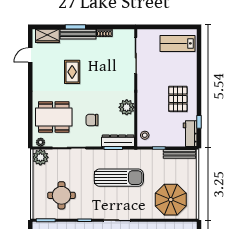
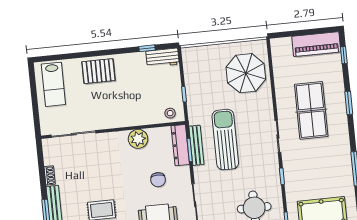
pallet: (178, 99) -> (98, 71), moved
bench: (180, 154) -> (196, 145), moved

